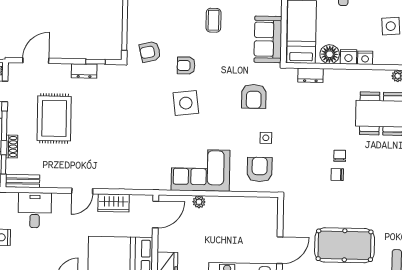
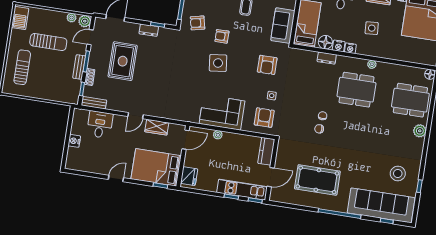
dresser: (310, 75) -> (327, 58), moved
kitchen counter: (269, 215) -> (266, 151), added

